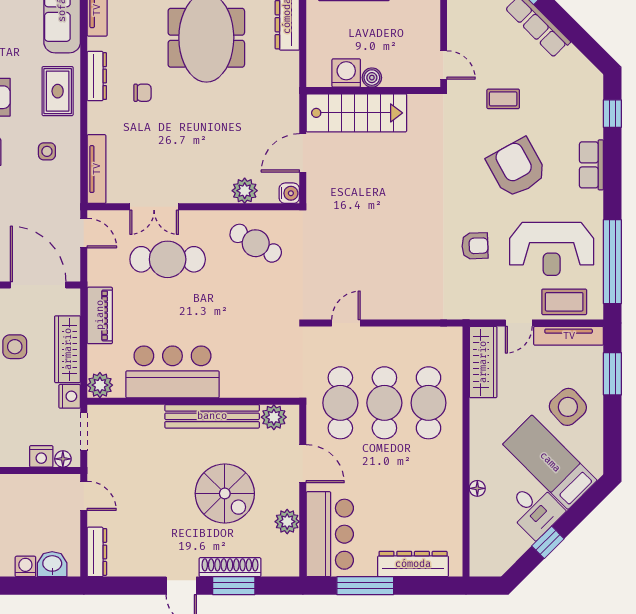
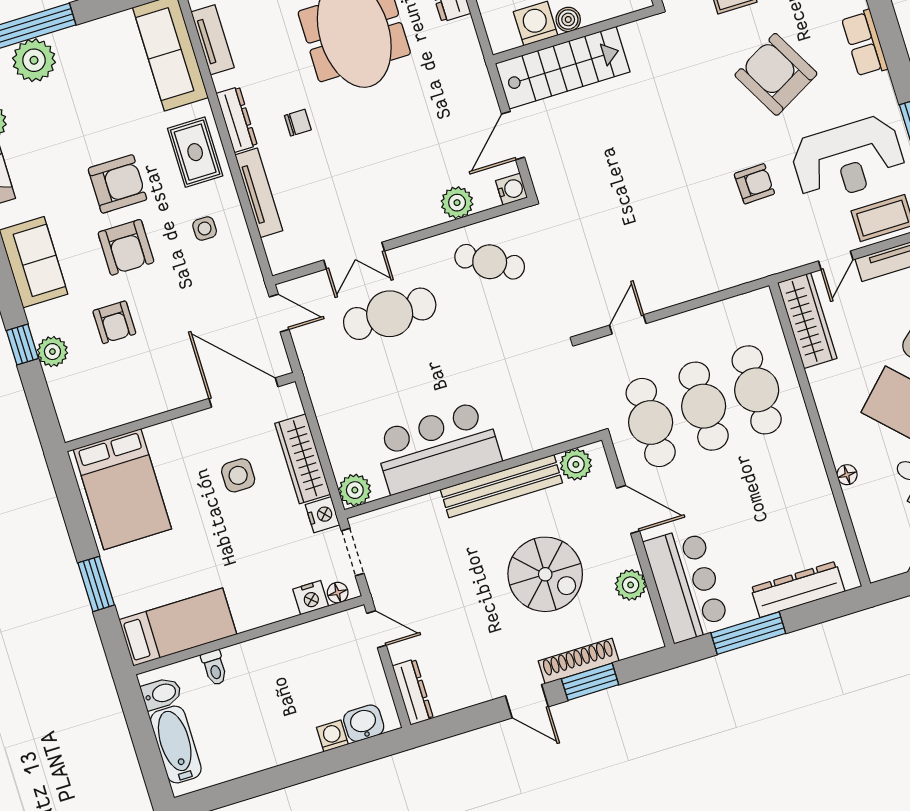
tv unit: (97, 169) -> (259, 193), moved
piano: (100, 315) -> (329, 406), removed

